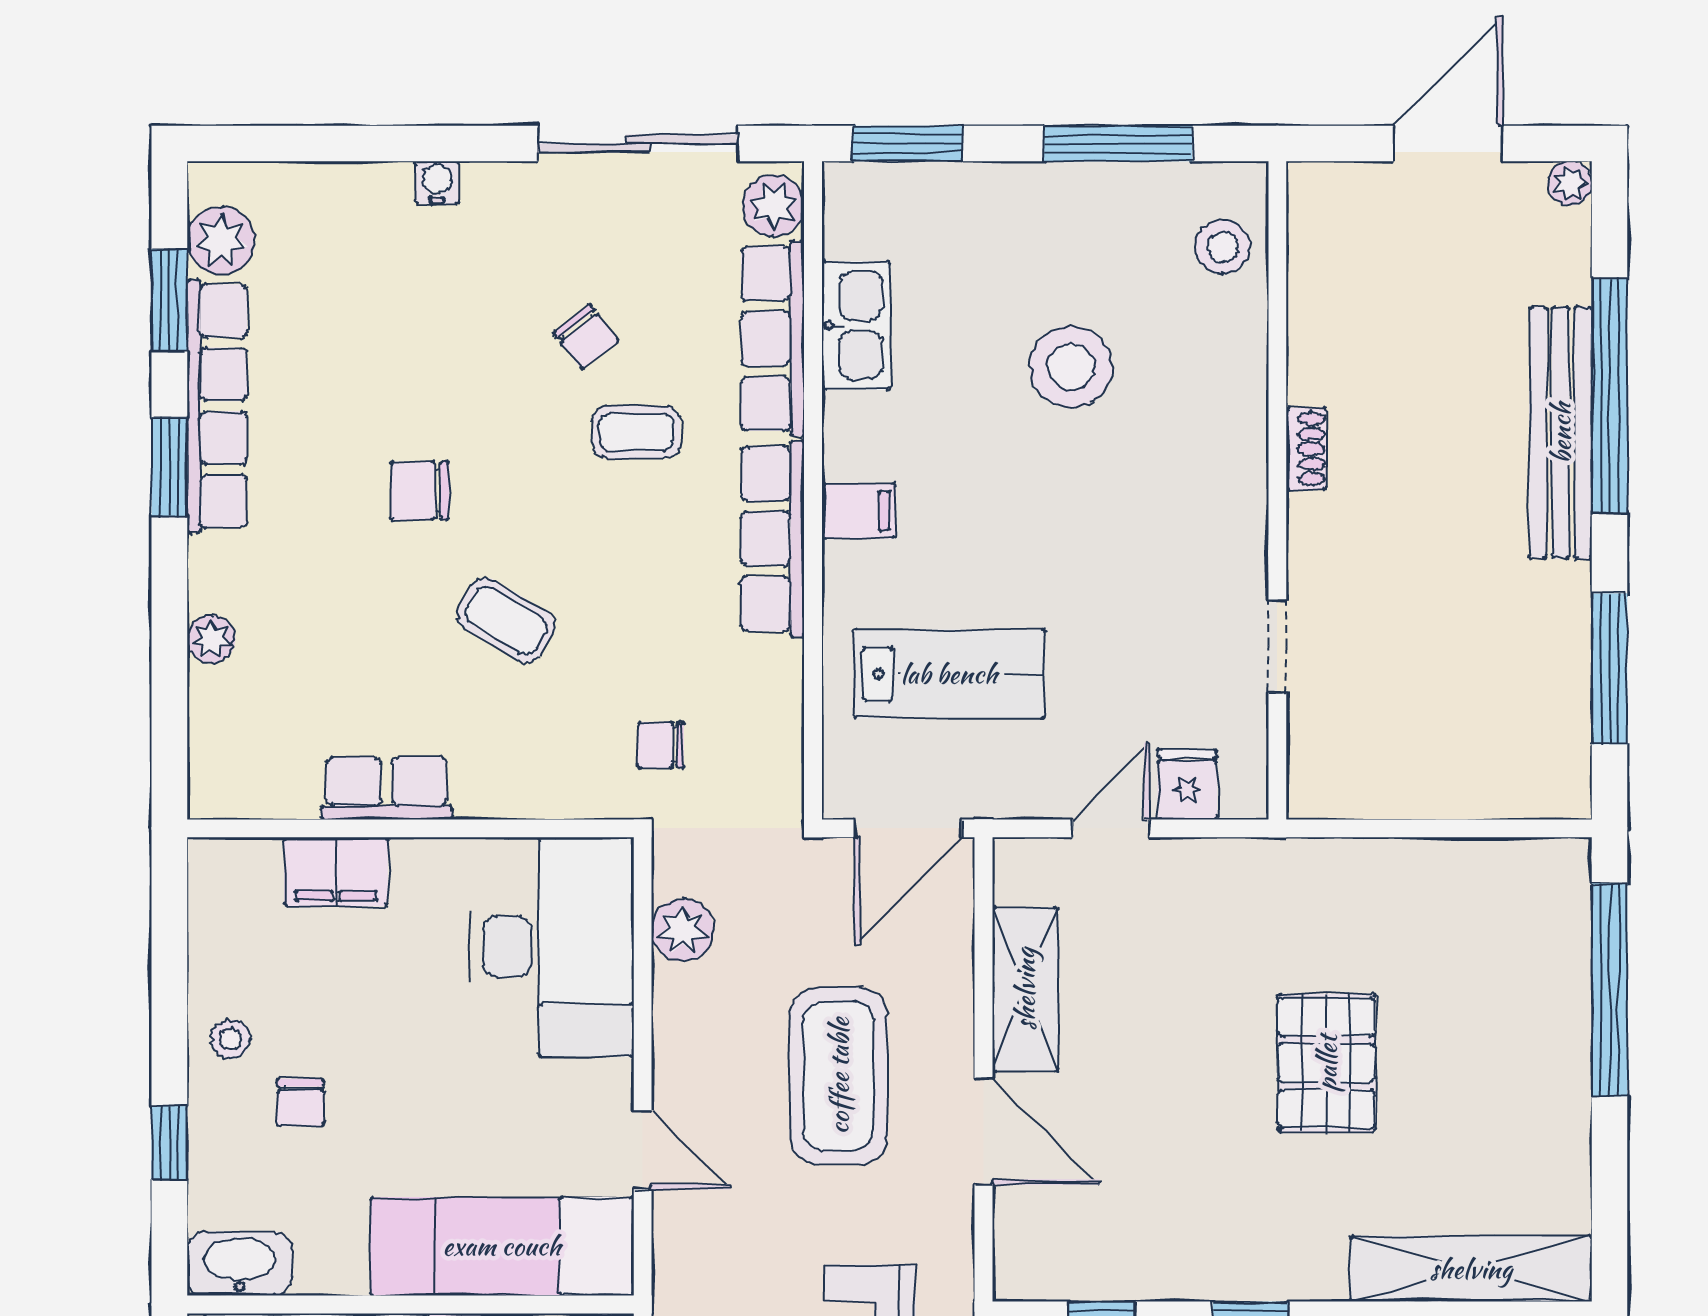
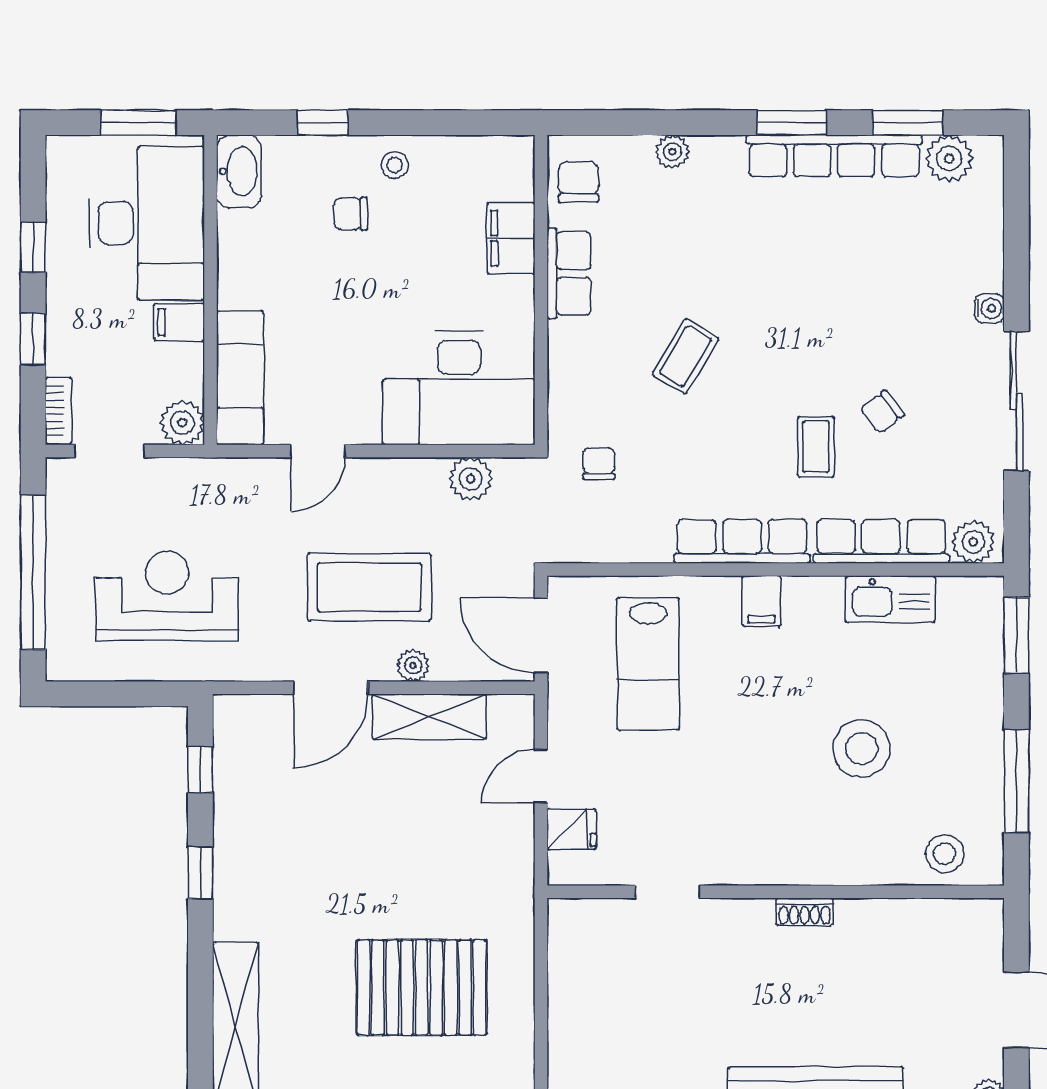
sliding door: (638, 144) -> (1016, 401), moved
chair: (420, 491) -> (579, 182), moved
door: (1111, 828) -> (541, 776), swing flipped
plant: (951, 1013) -> (413, 665), added
pallet: (1327, 1063) -> (422, 987), moved, width x1.37, depth x1.41
exam couch: (502, 1246) -> (240, 378), width x0.73, depth x0.69

